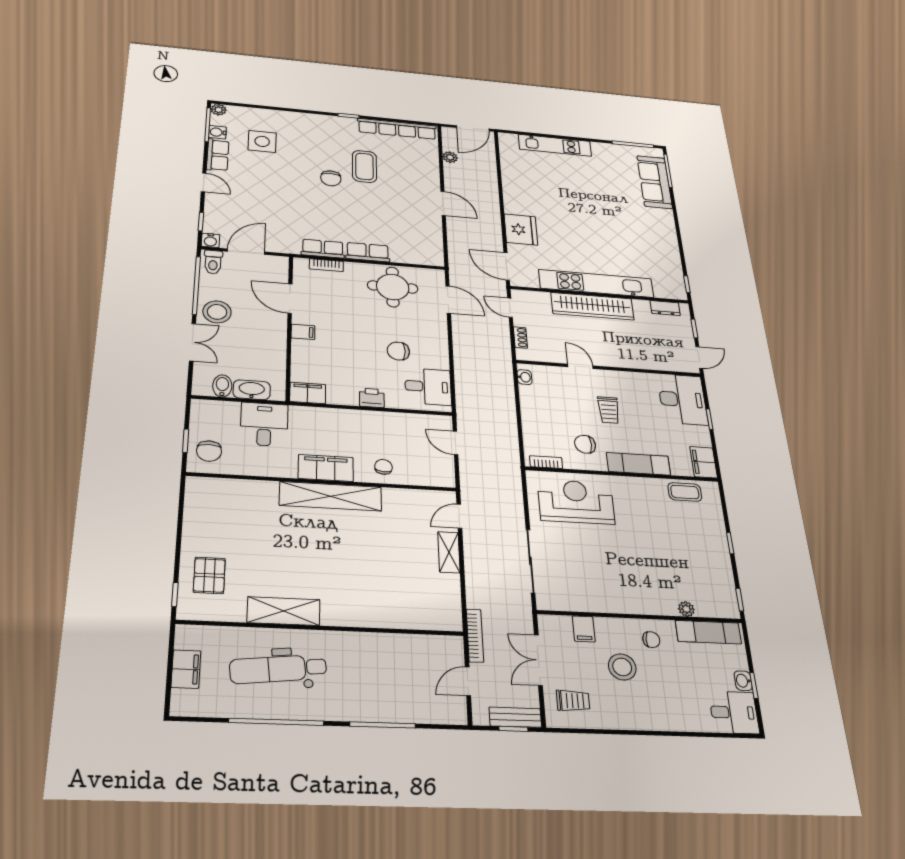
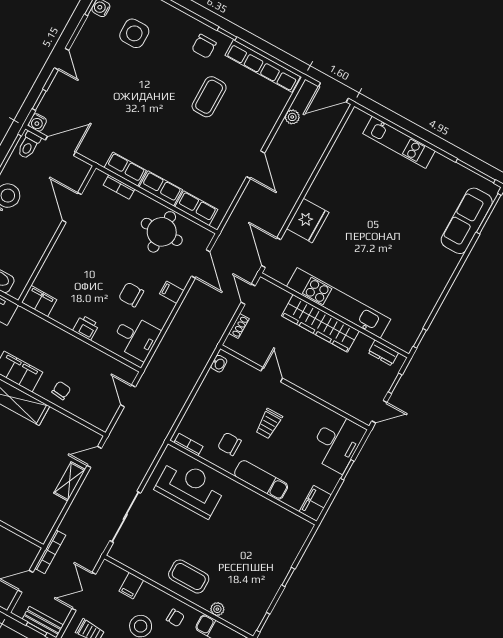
row of seats: (218, 155) -> (196, 208), moved, turned -90
chair: (331, 178) -> (204, 46), moved
filing cabinet: (303, 332) -> (172, 292), moved, turned 180
coffee table: (685, 492) -> (189, 577), moved, width x1.36, depth x1.30

